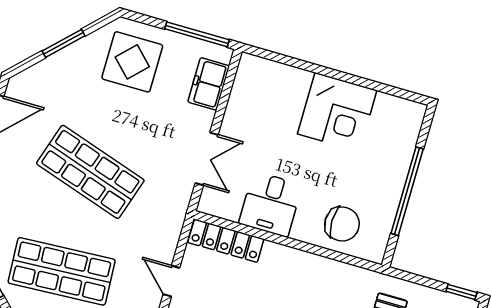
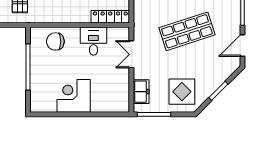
shop shelf: (90, 172) -> (187, 31), turned -36

